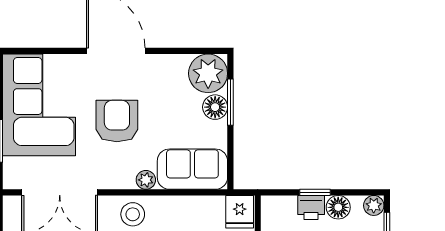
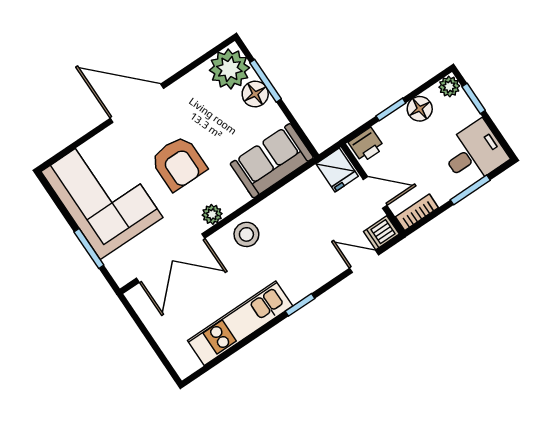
armchair: (117, 121) -> (179, 163), turned 180
plant: (146, 180) -> (212, 214), moved
printer: (311, 207) -> (366, 145), moved

